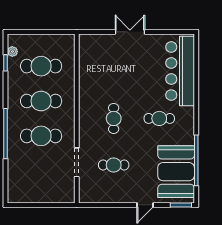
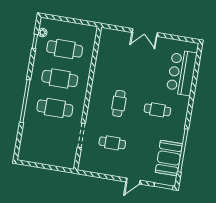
double door: (130, 32) -> (145, 32), swing flipped
bar counter: (180, 71) -> (182, 73), width x0.73
booth: (176, 172) -> (169, 158), width x0.73, depth x0.70

